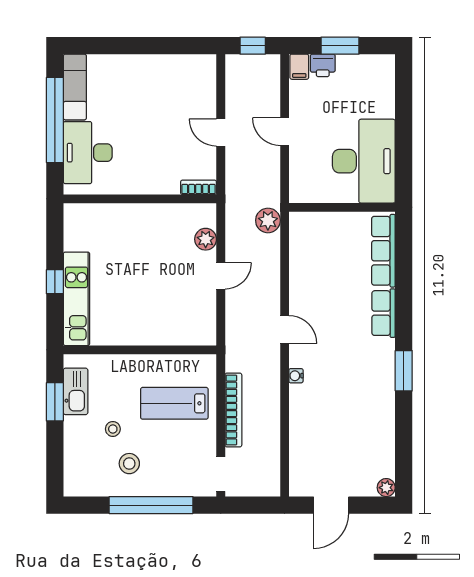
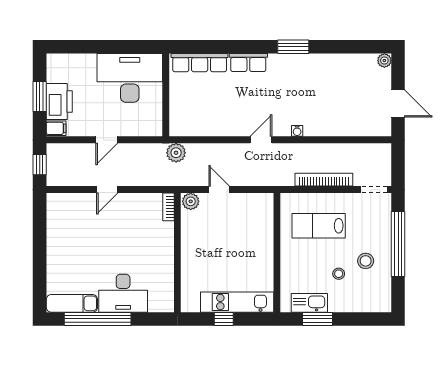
printer: (323, 65) -> (59, 102), width x1.87, depth x1.48
bookcase: (199, 187) -> (168, 207), moved
wall: (140, 199) -> (177, 253), moved
lab bench: (174, 403) -> (319, 226), turned 90

